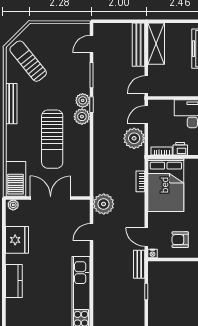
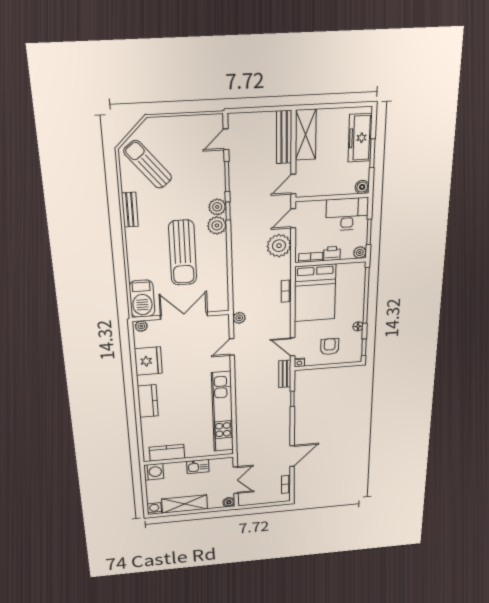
bench: (11, 104) -> (130, 210), width x0.73
plant: (104, 204) -> (239, 318), width x0.53, depth x0.53
armchair: (180, 240) -> (330, 347), turned 90

